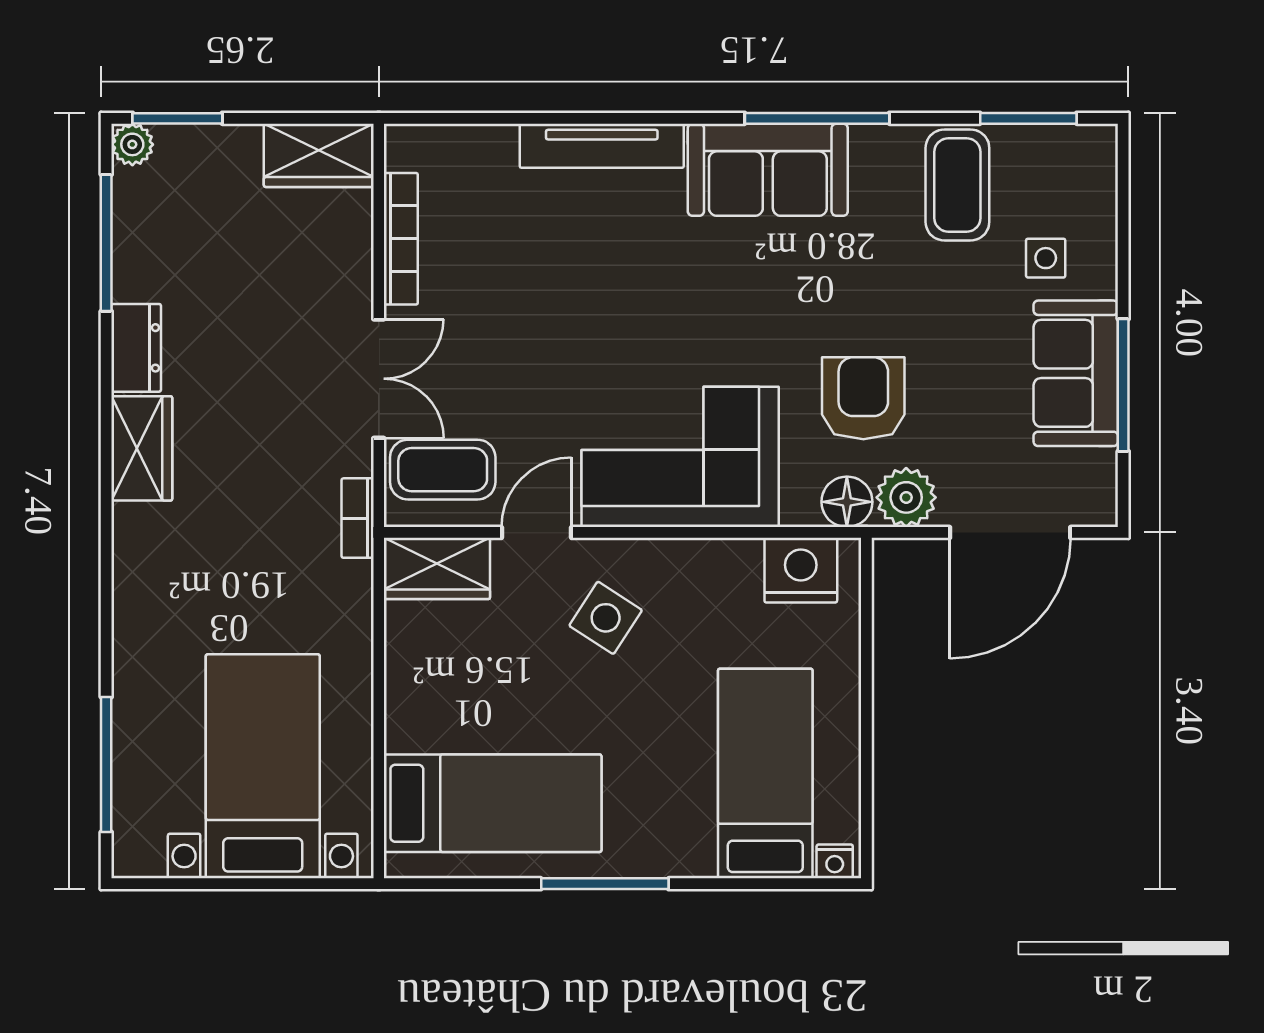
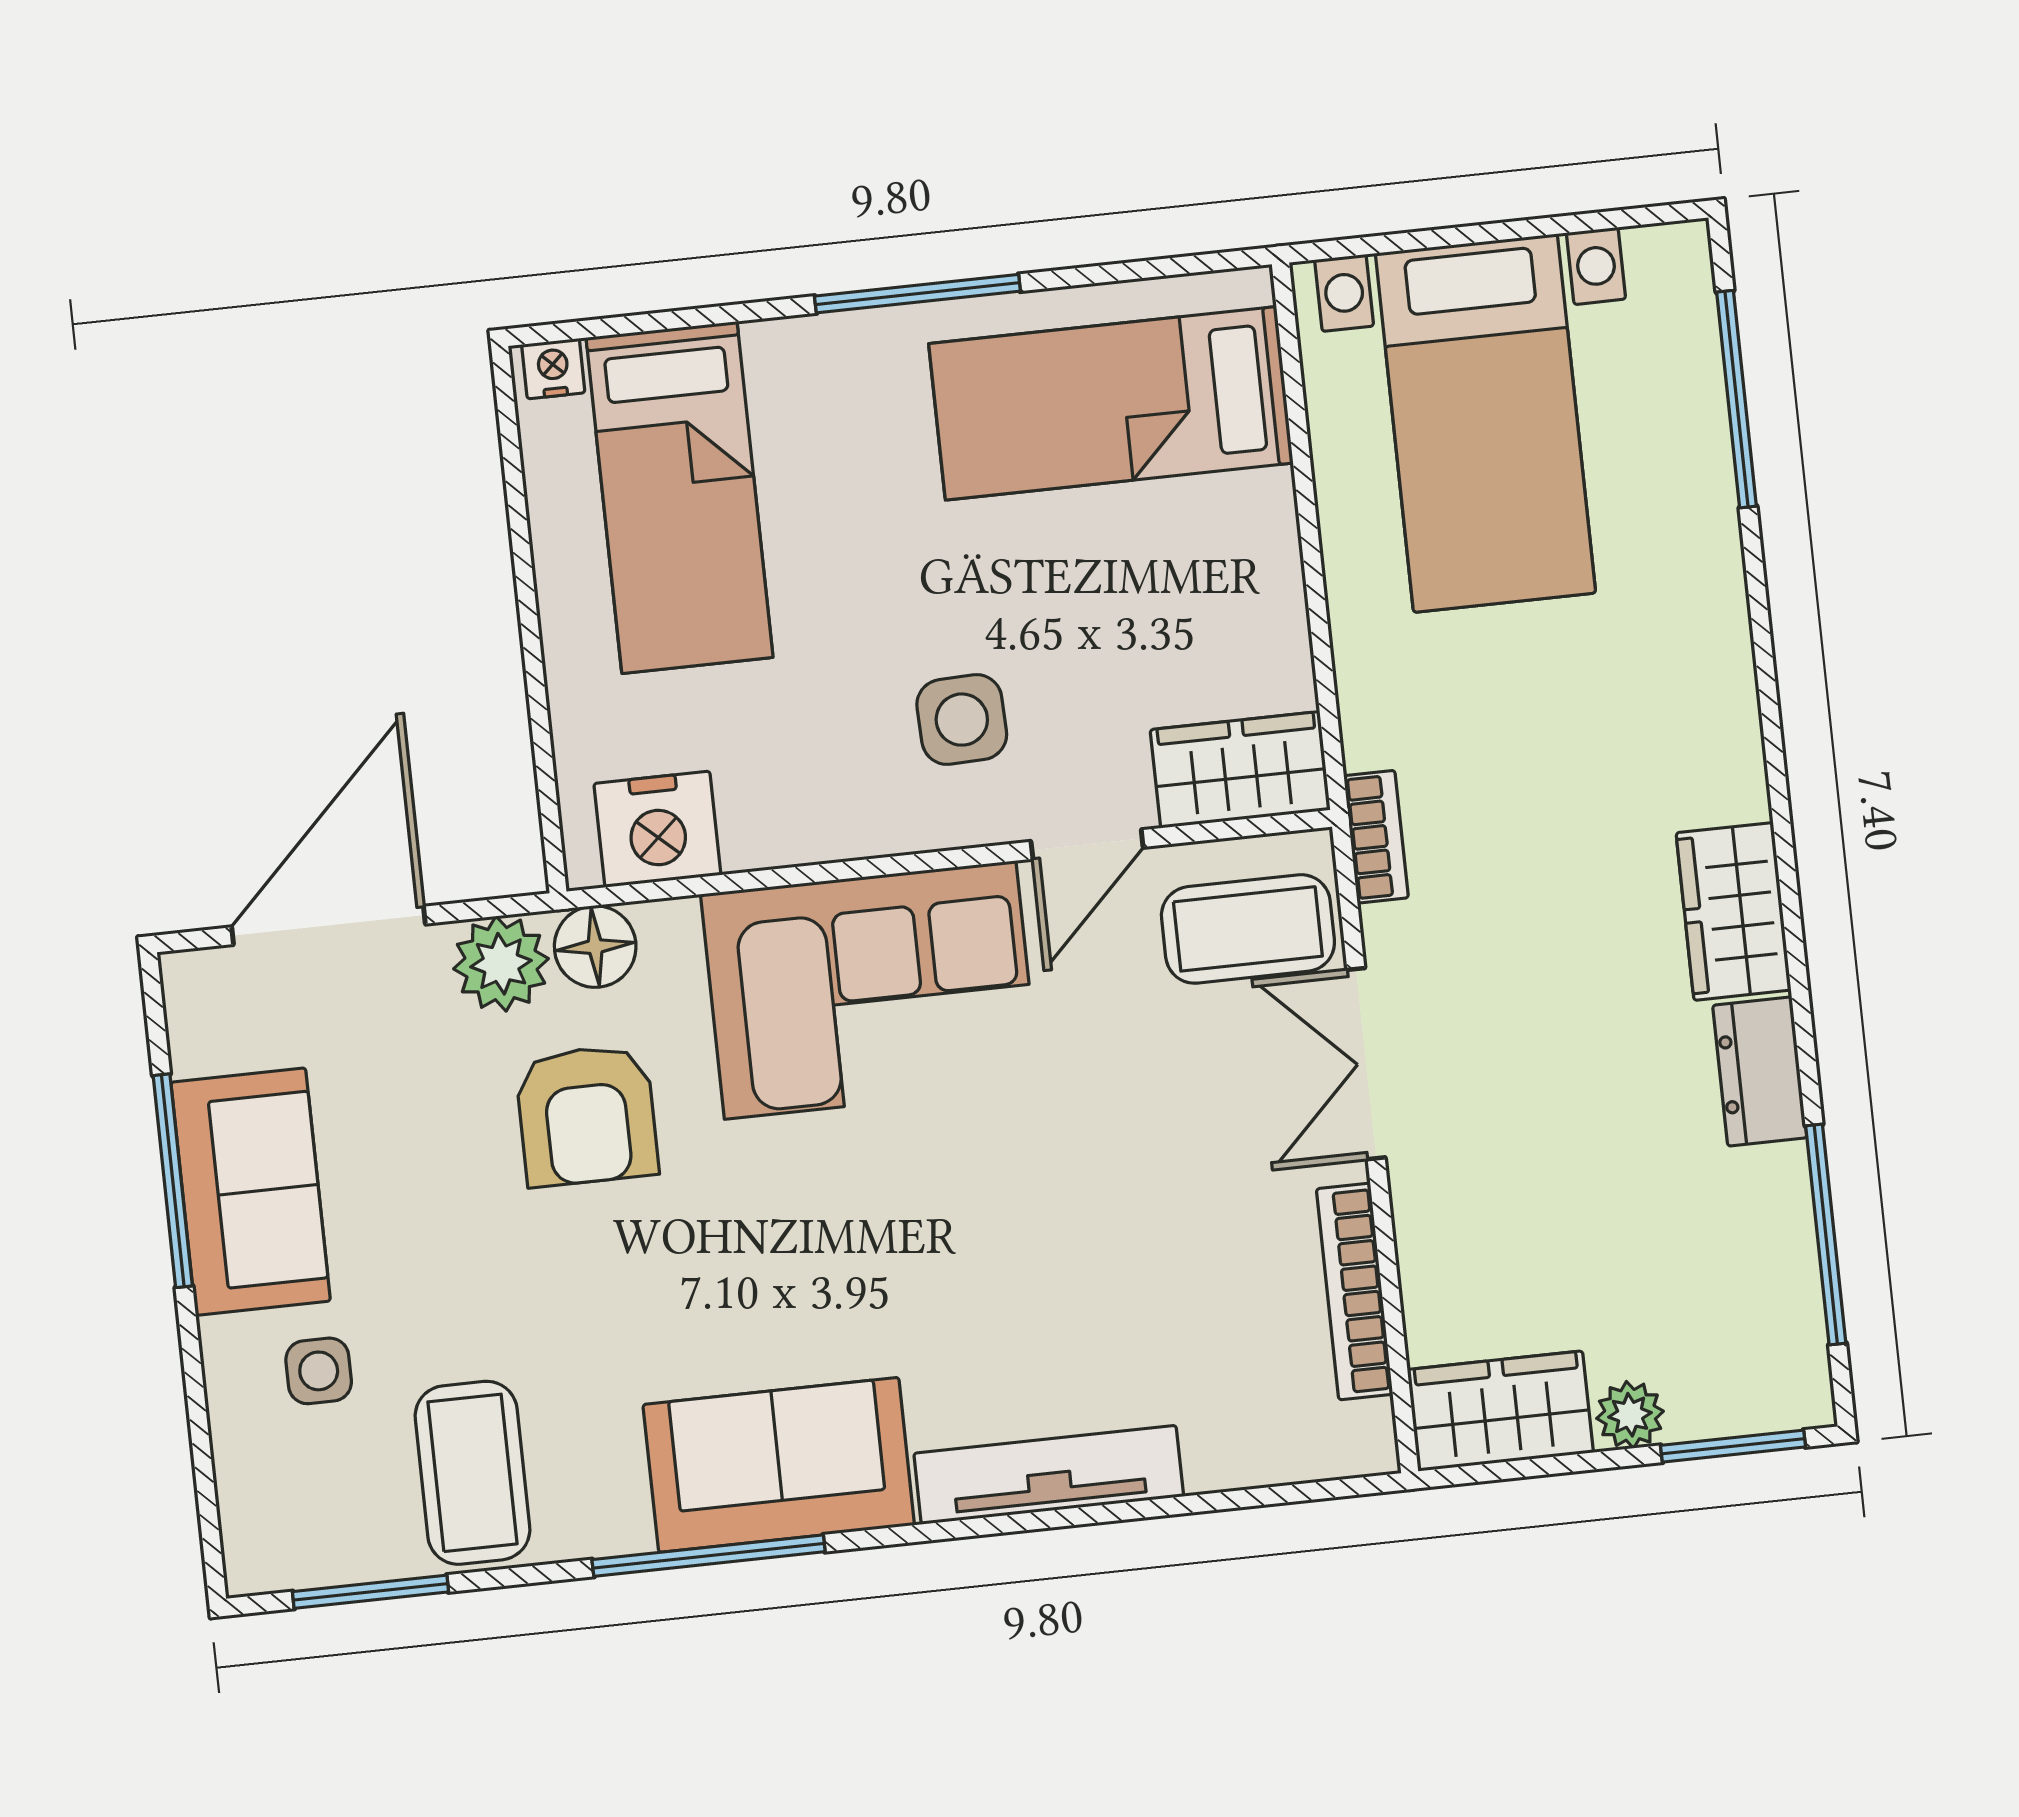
plant: (132, 144) -> (1630, 1415), moved
side table: (606, 618) -> (962, 720), turned -35

